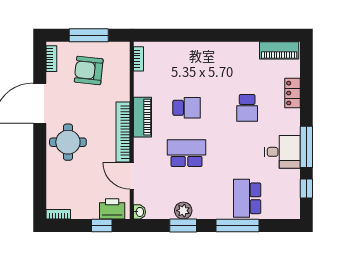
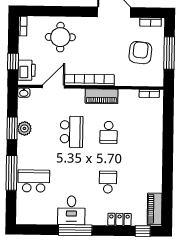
school desk: (247, 108) -> (108, 182), turned 90
round table: (68, 142) -> (60, 37), moved
window: (306, 189) -> (143, 231), moved

